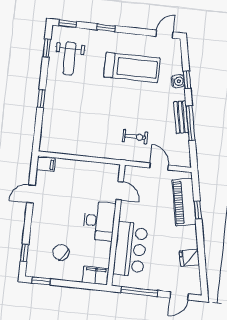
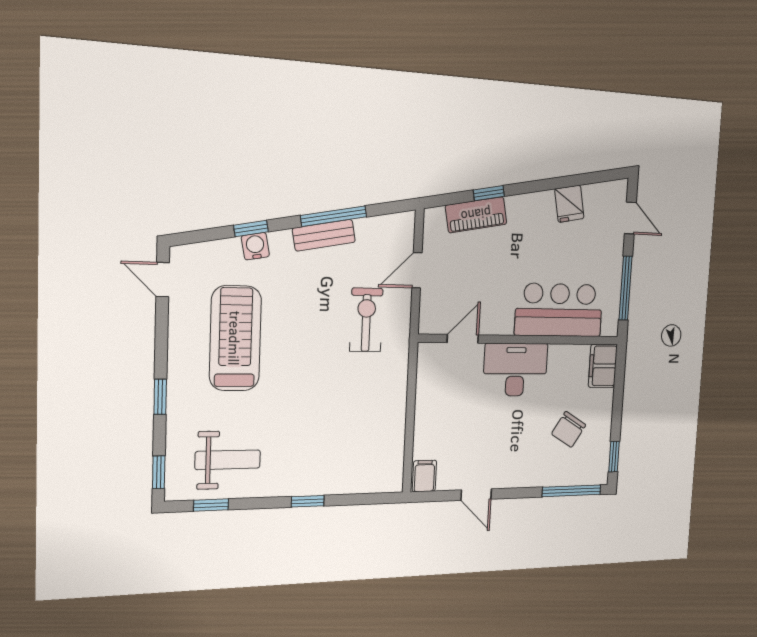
exercise bike: (135, 137) -> (366, 320), width x1.38, depth x1.39
piano: (184, 202) -> (476, 215), width x0.73, depth x0.75
window: (25, 253) -> (572, 491), width x2.17

